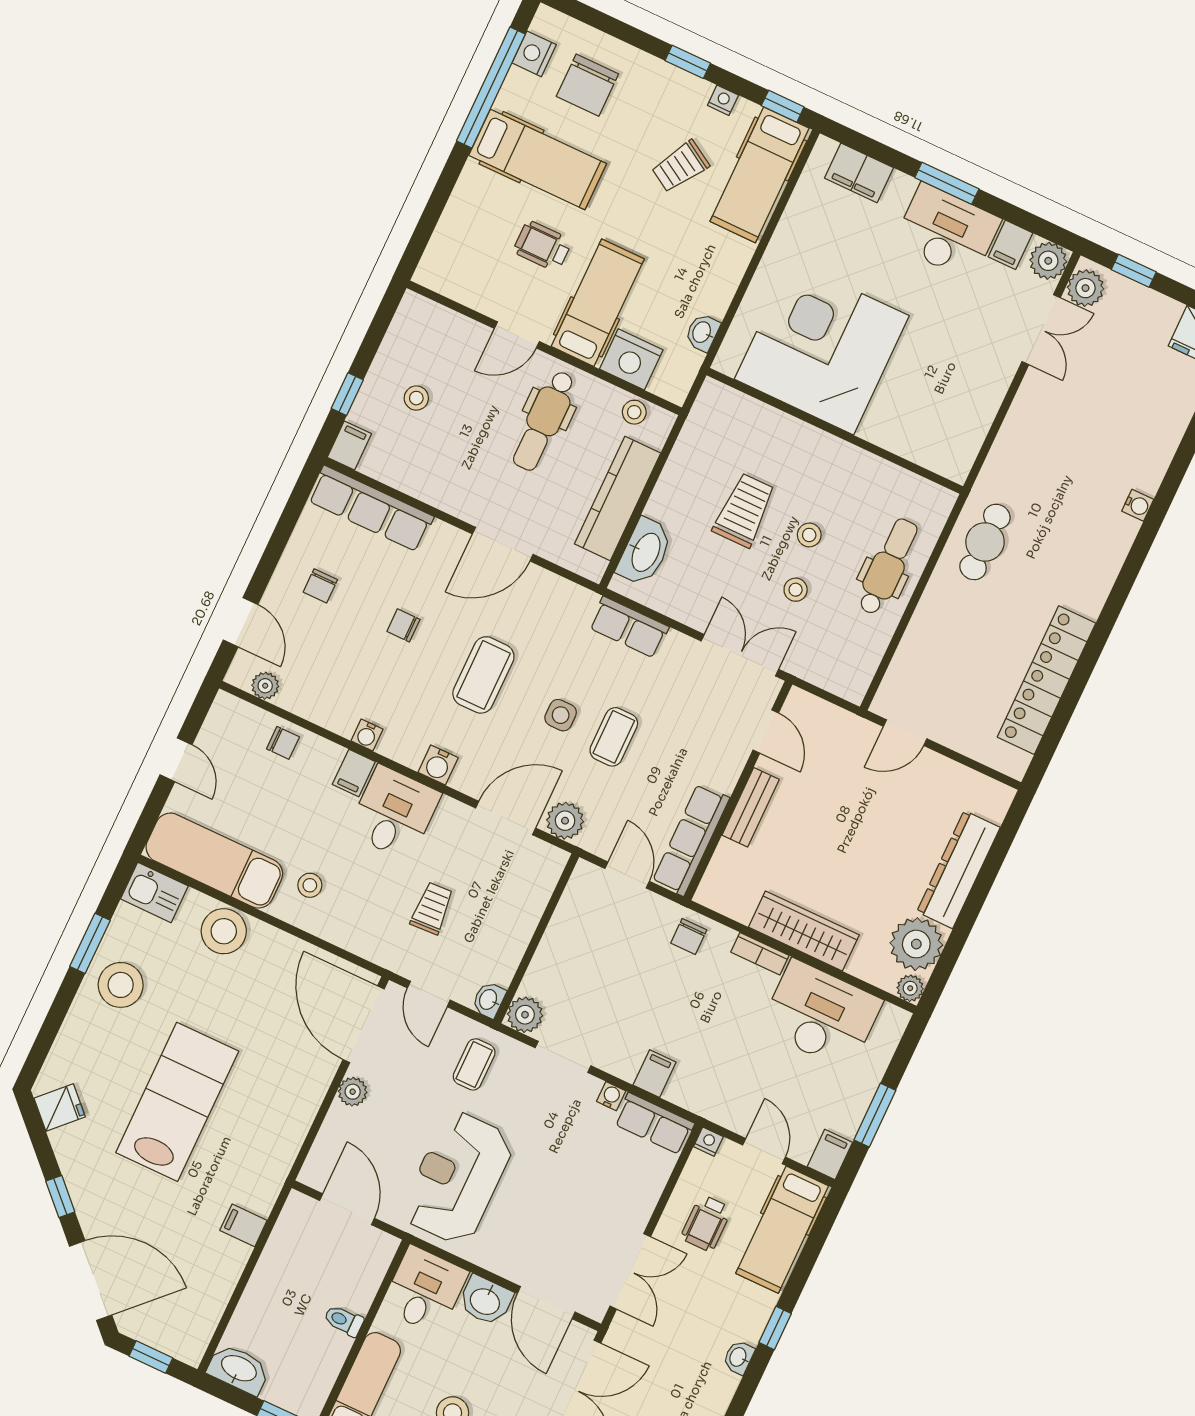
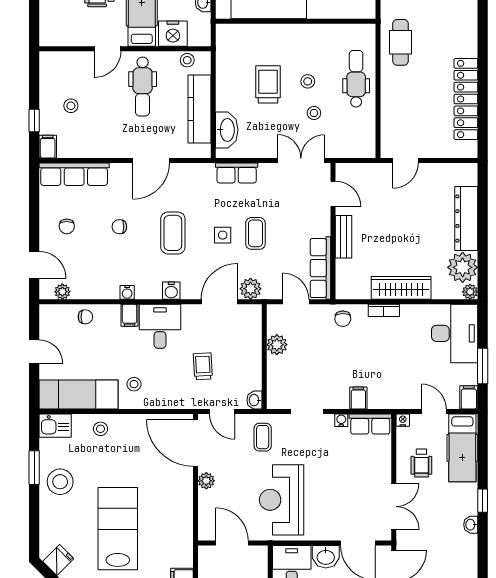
stool: (224, 931) -> (100, 429), width x0.53, depth x0.53
plant: (525, 1015) -> (277, 345), moved
desk: (821, 1015) -> (455, 333), moved, turned 90

